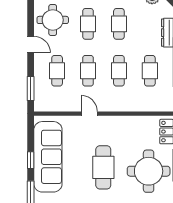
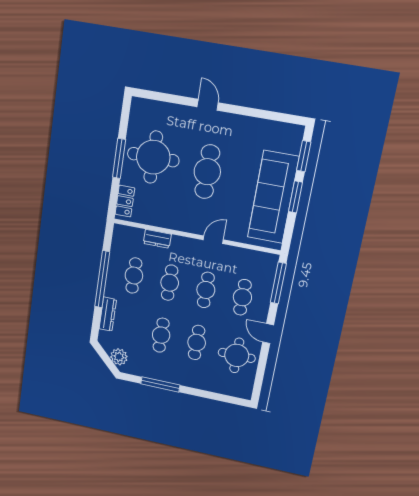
window: (31, 88) -> (278, 283), width x1.44
dresser: (135, 106) -> (157, 239), added
door: (89, 114) -> (213, 240), swing flipped
window: (31, 160) -> (295, 197), width x1.50

